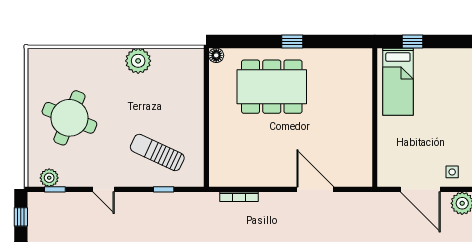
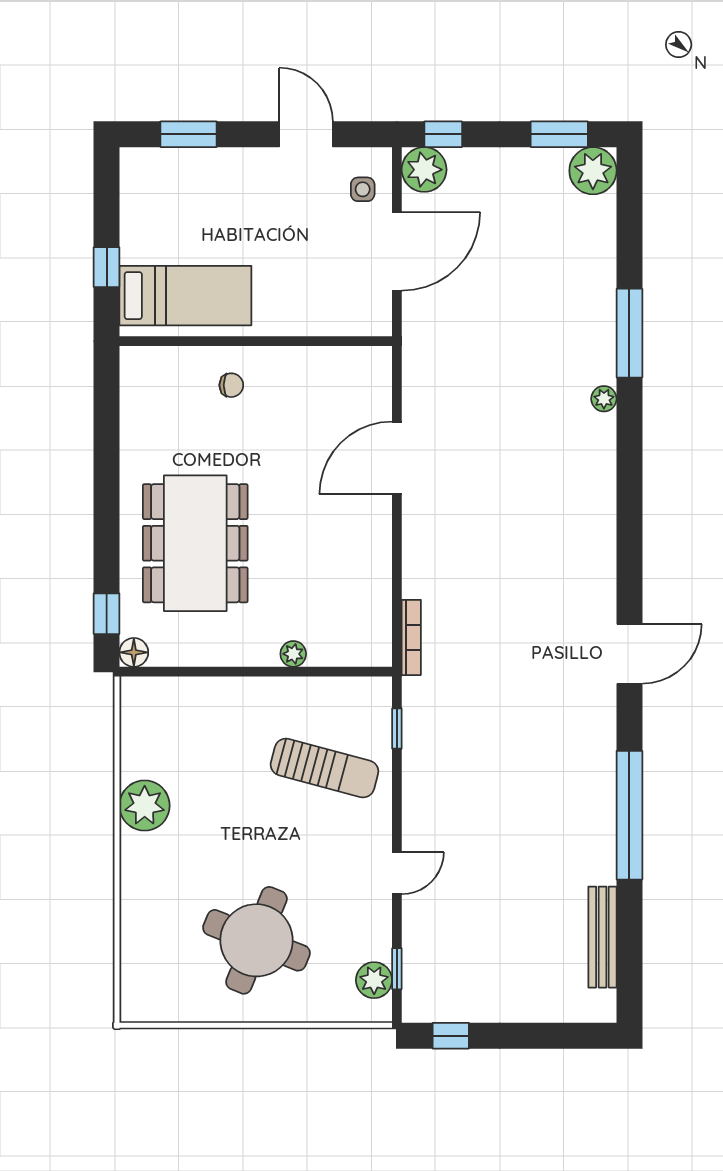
window: (292, 41) -> (107, 614), moved
chair: (352, 105) -> (231, 385), added
plant: (215, 137) -> (293, 654), added
sun lounger: (157, 153) -> (324, 768), turned -100
window: (164, 189) -> (397, 728), moved
bookcase: (239, 197) -> (411, 637), moved

